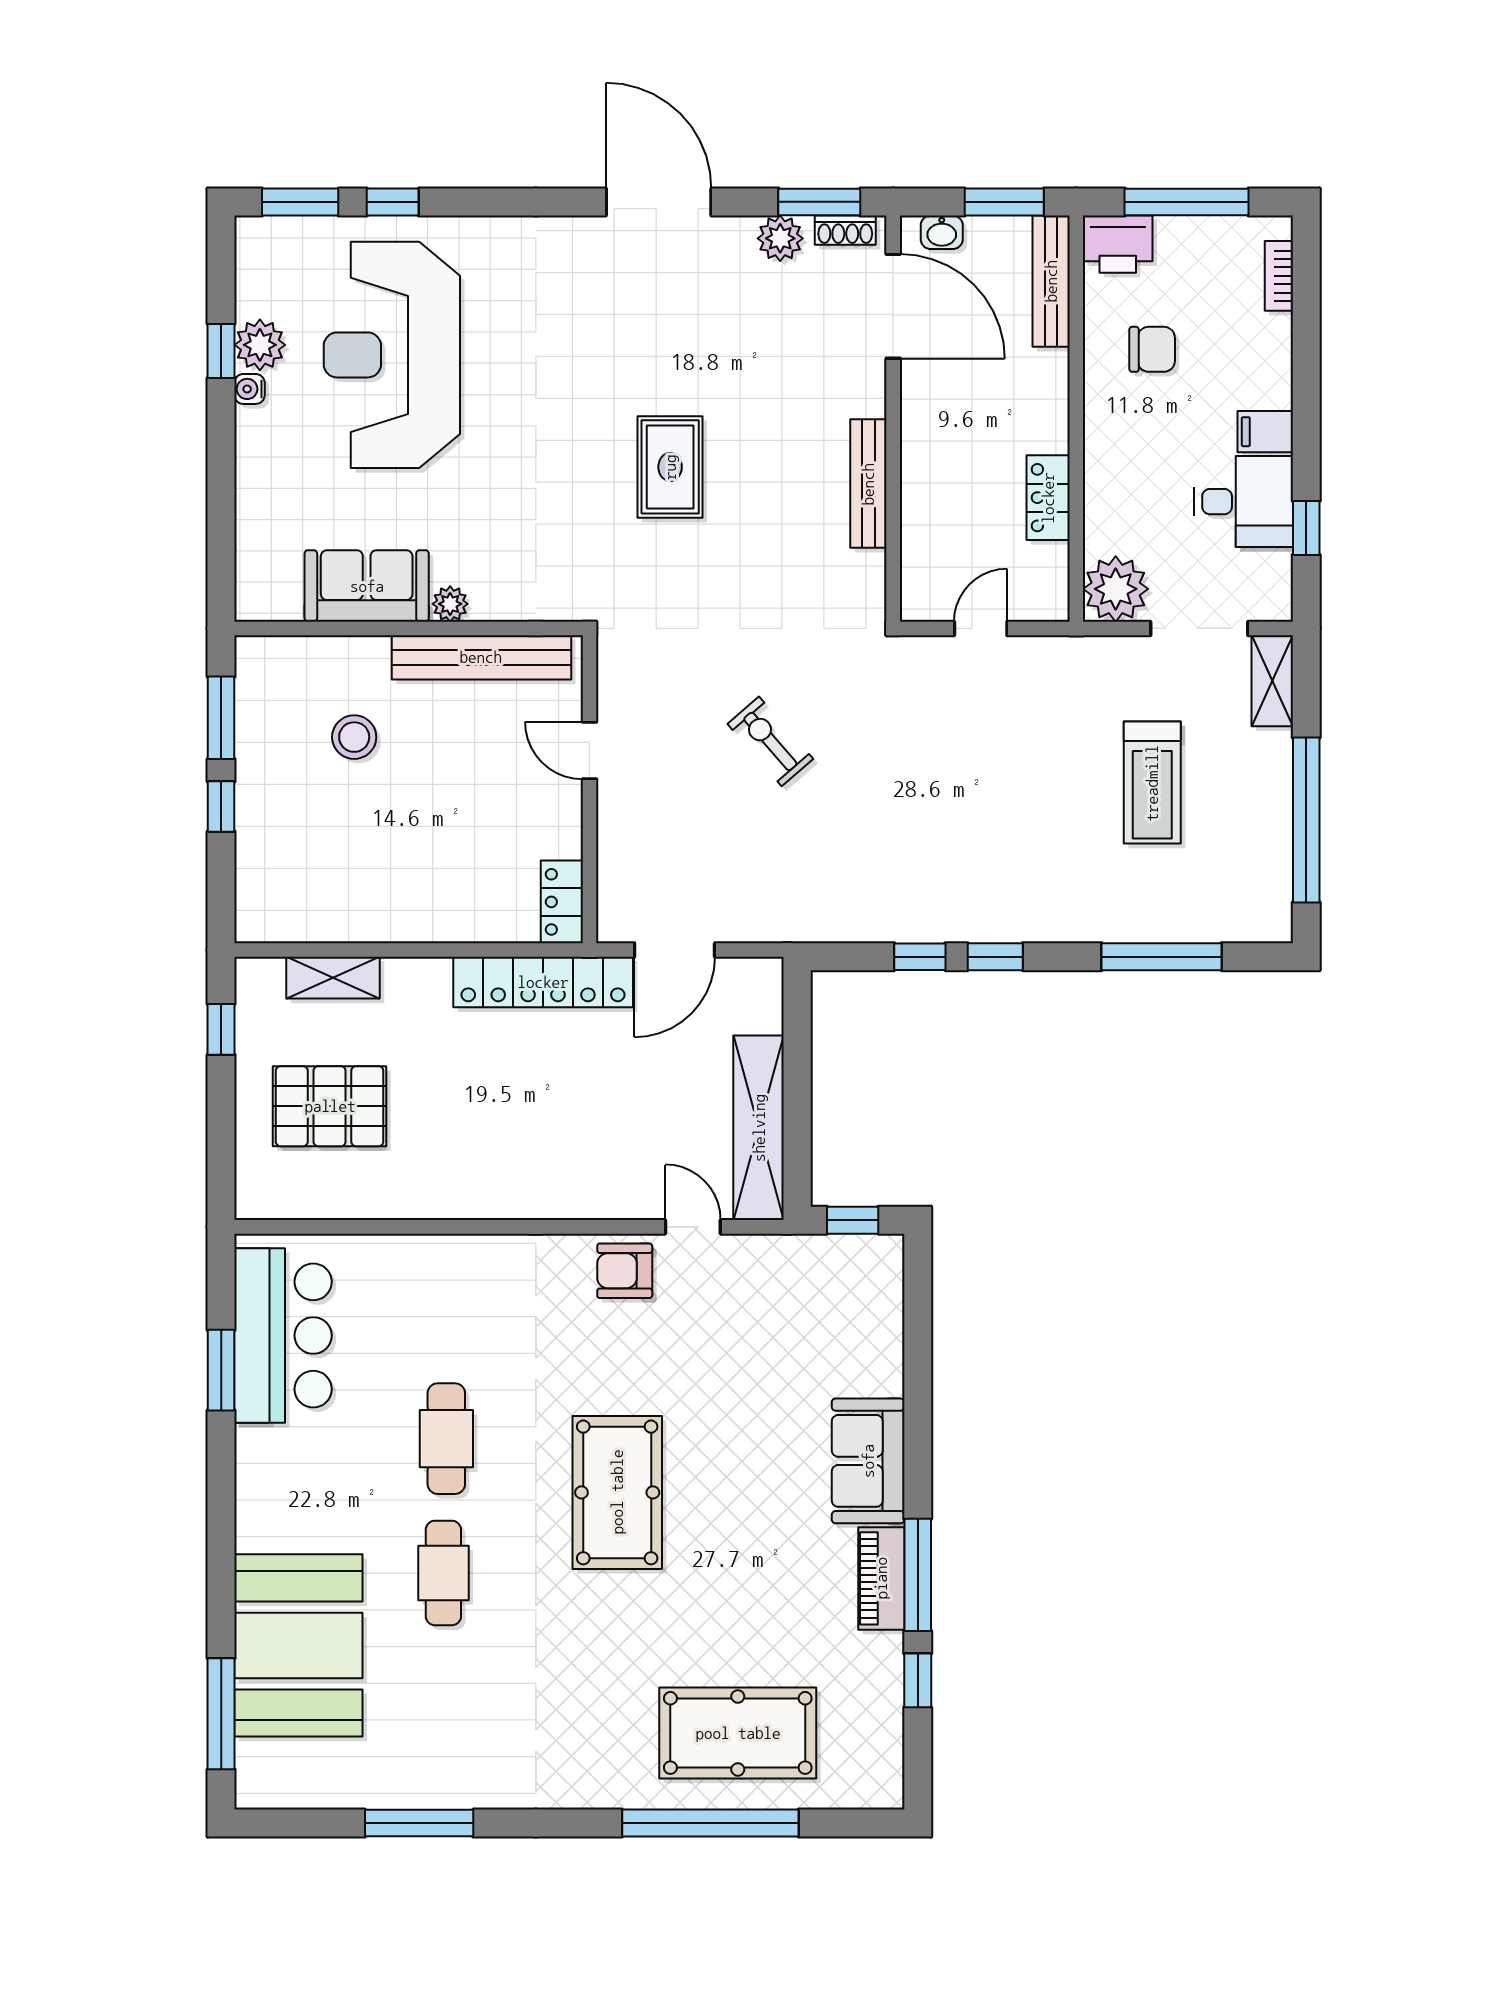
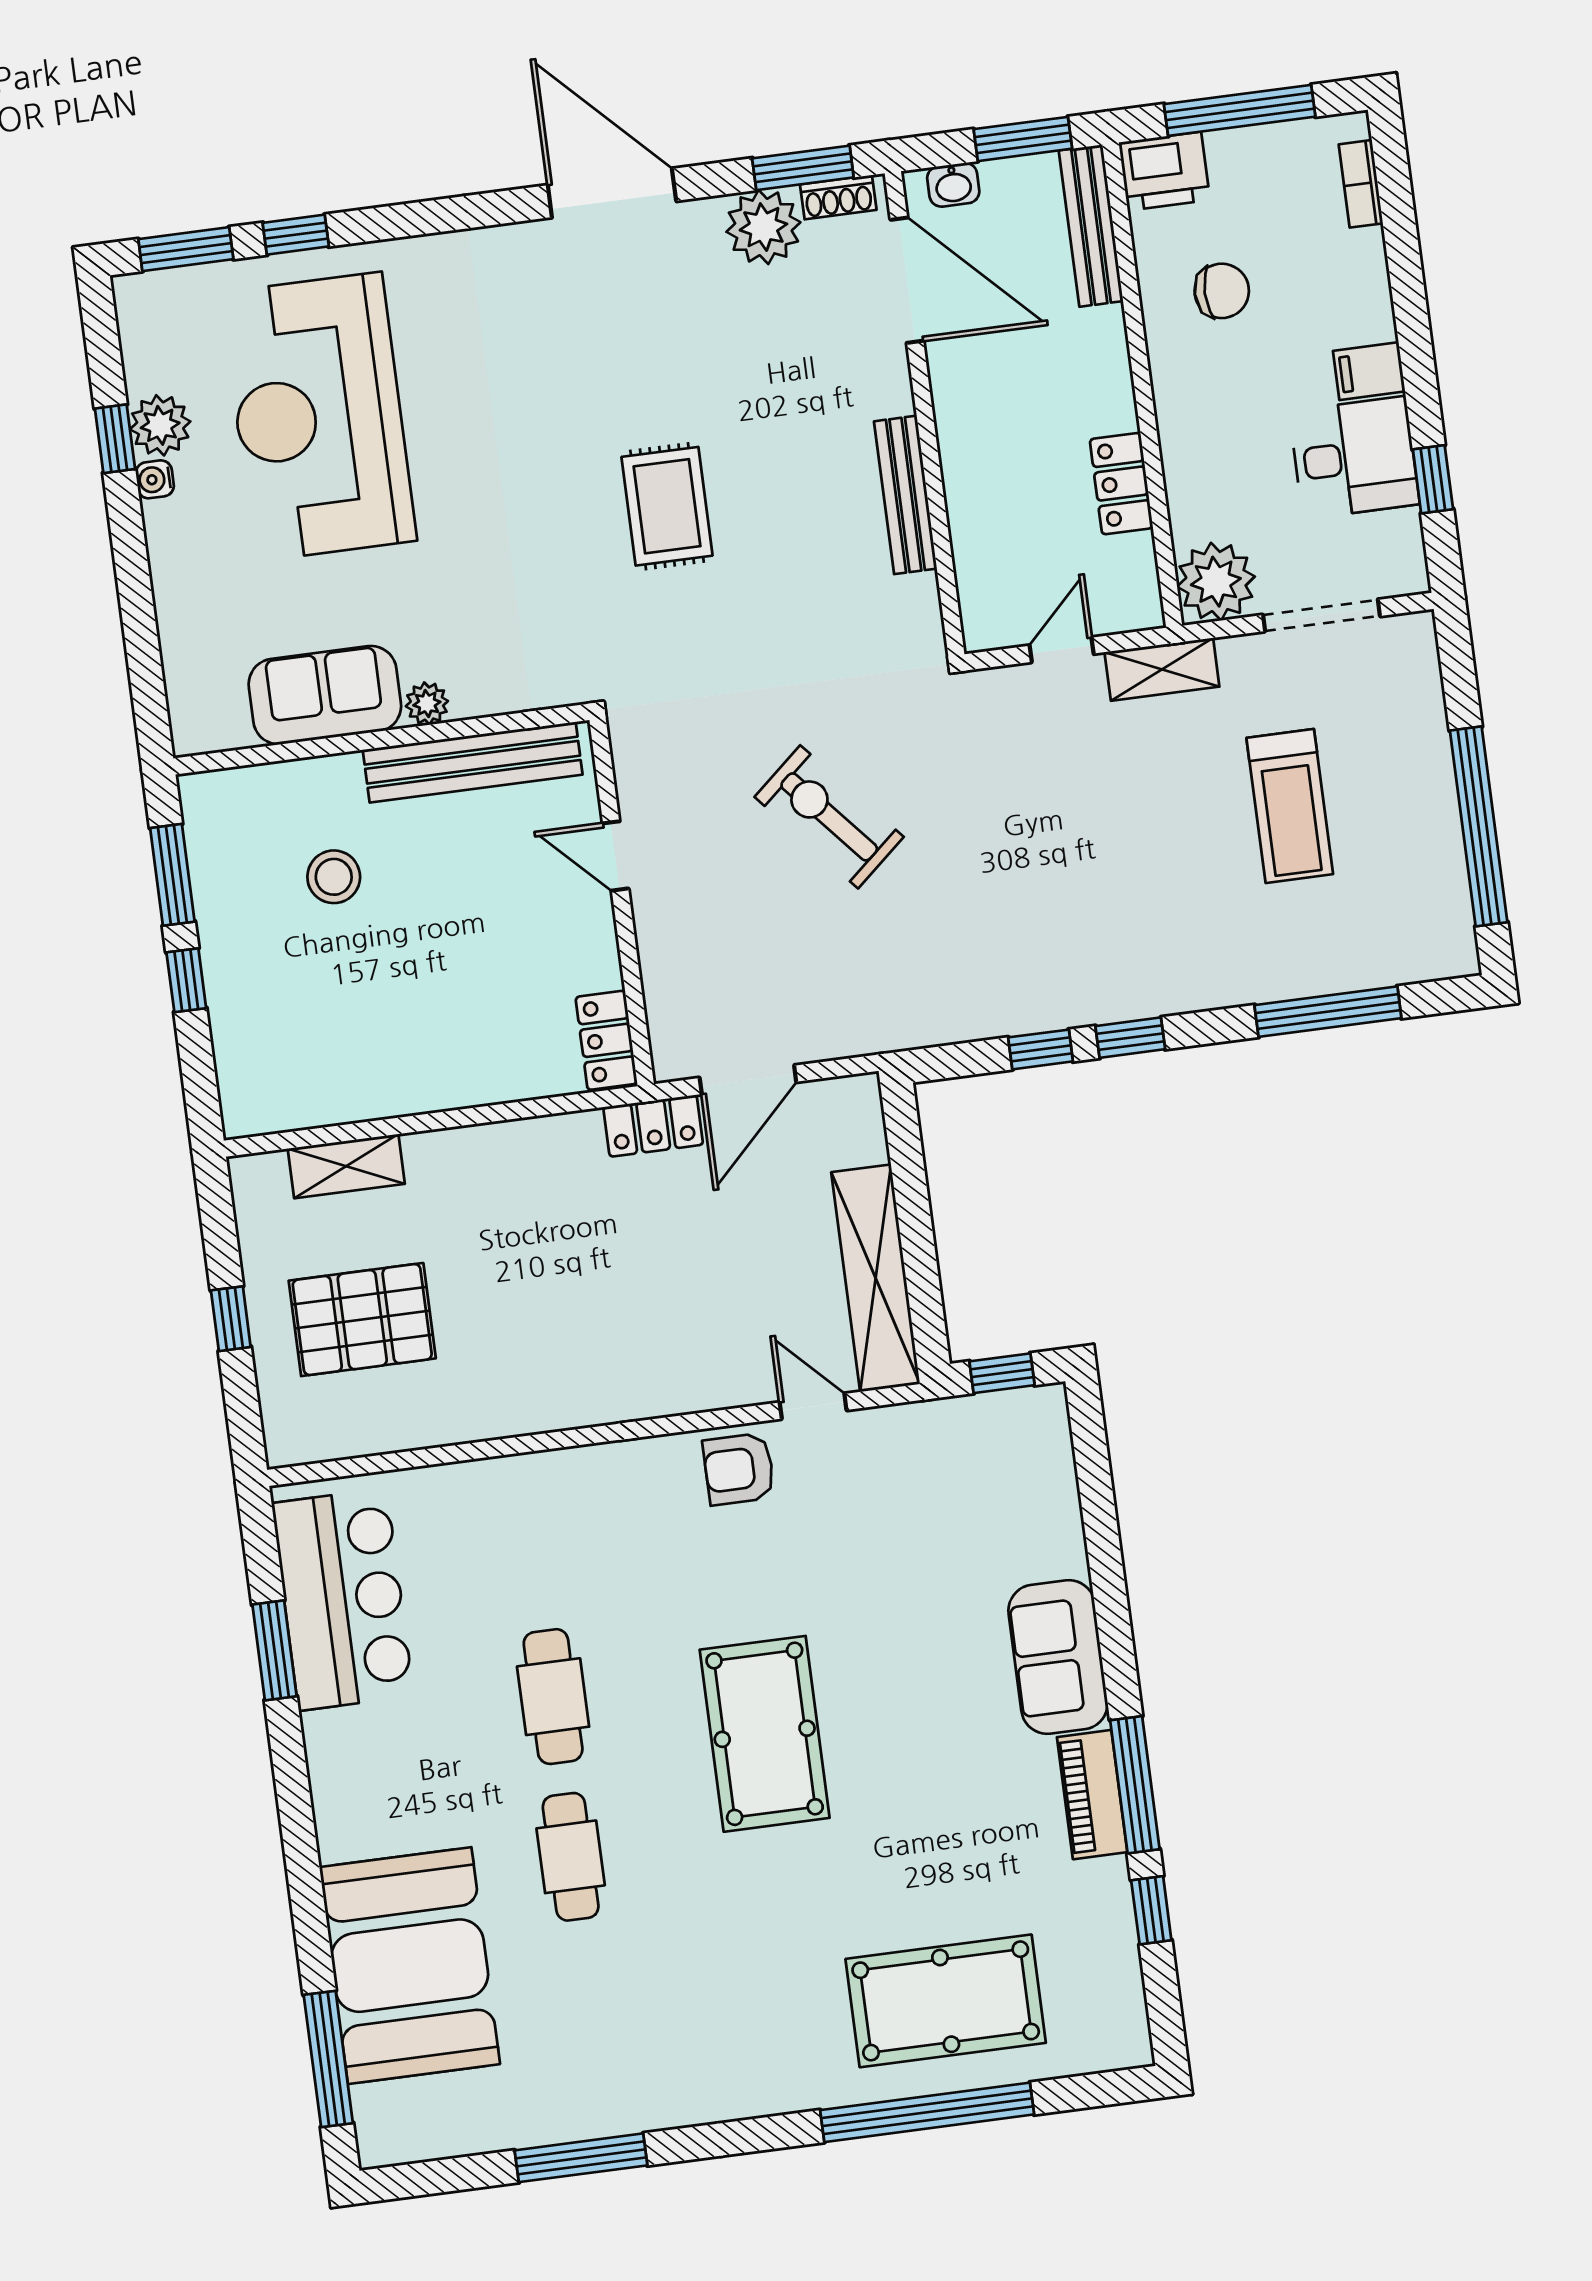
plant: (780, 238) -> (763, 227), width x1.36, depth x1.36
shelving: (1272, 681) -> (1162, 669), moved, turned 90
exercise bike: (770, 741) -> (829, 817), width x1.38, depth x1.39
locker: (543, 982) -> (653, 1126), width x0.46, depth x0.83
window: (221, 1029) -> (231, 1319), moved

